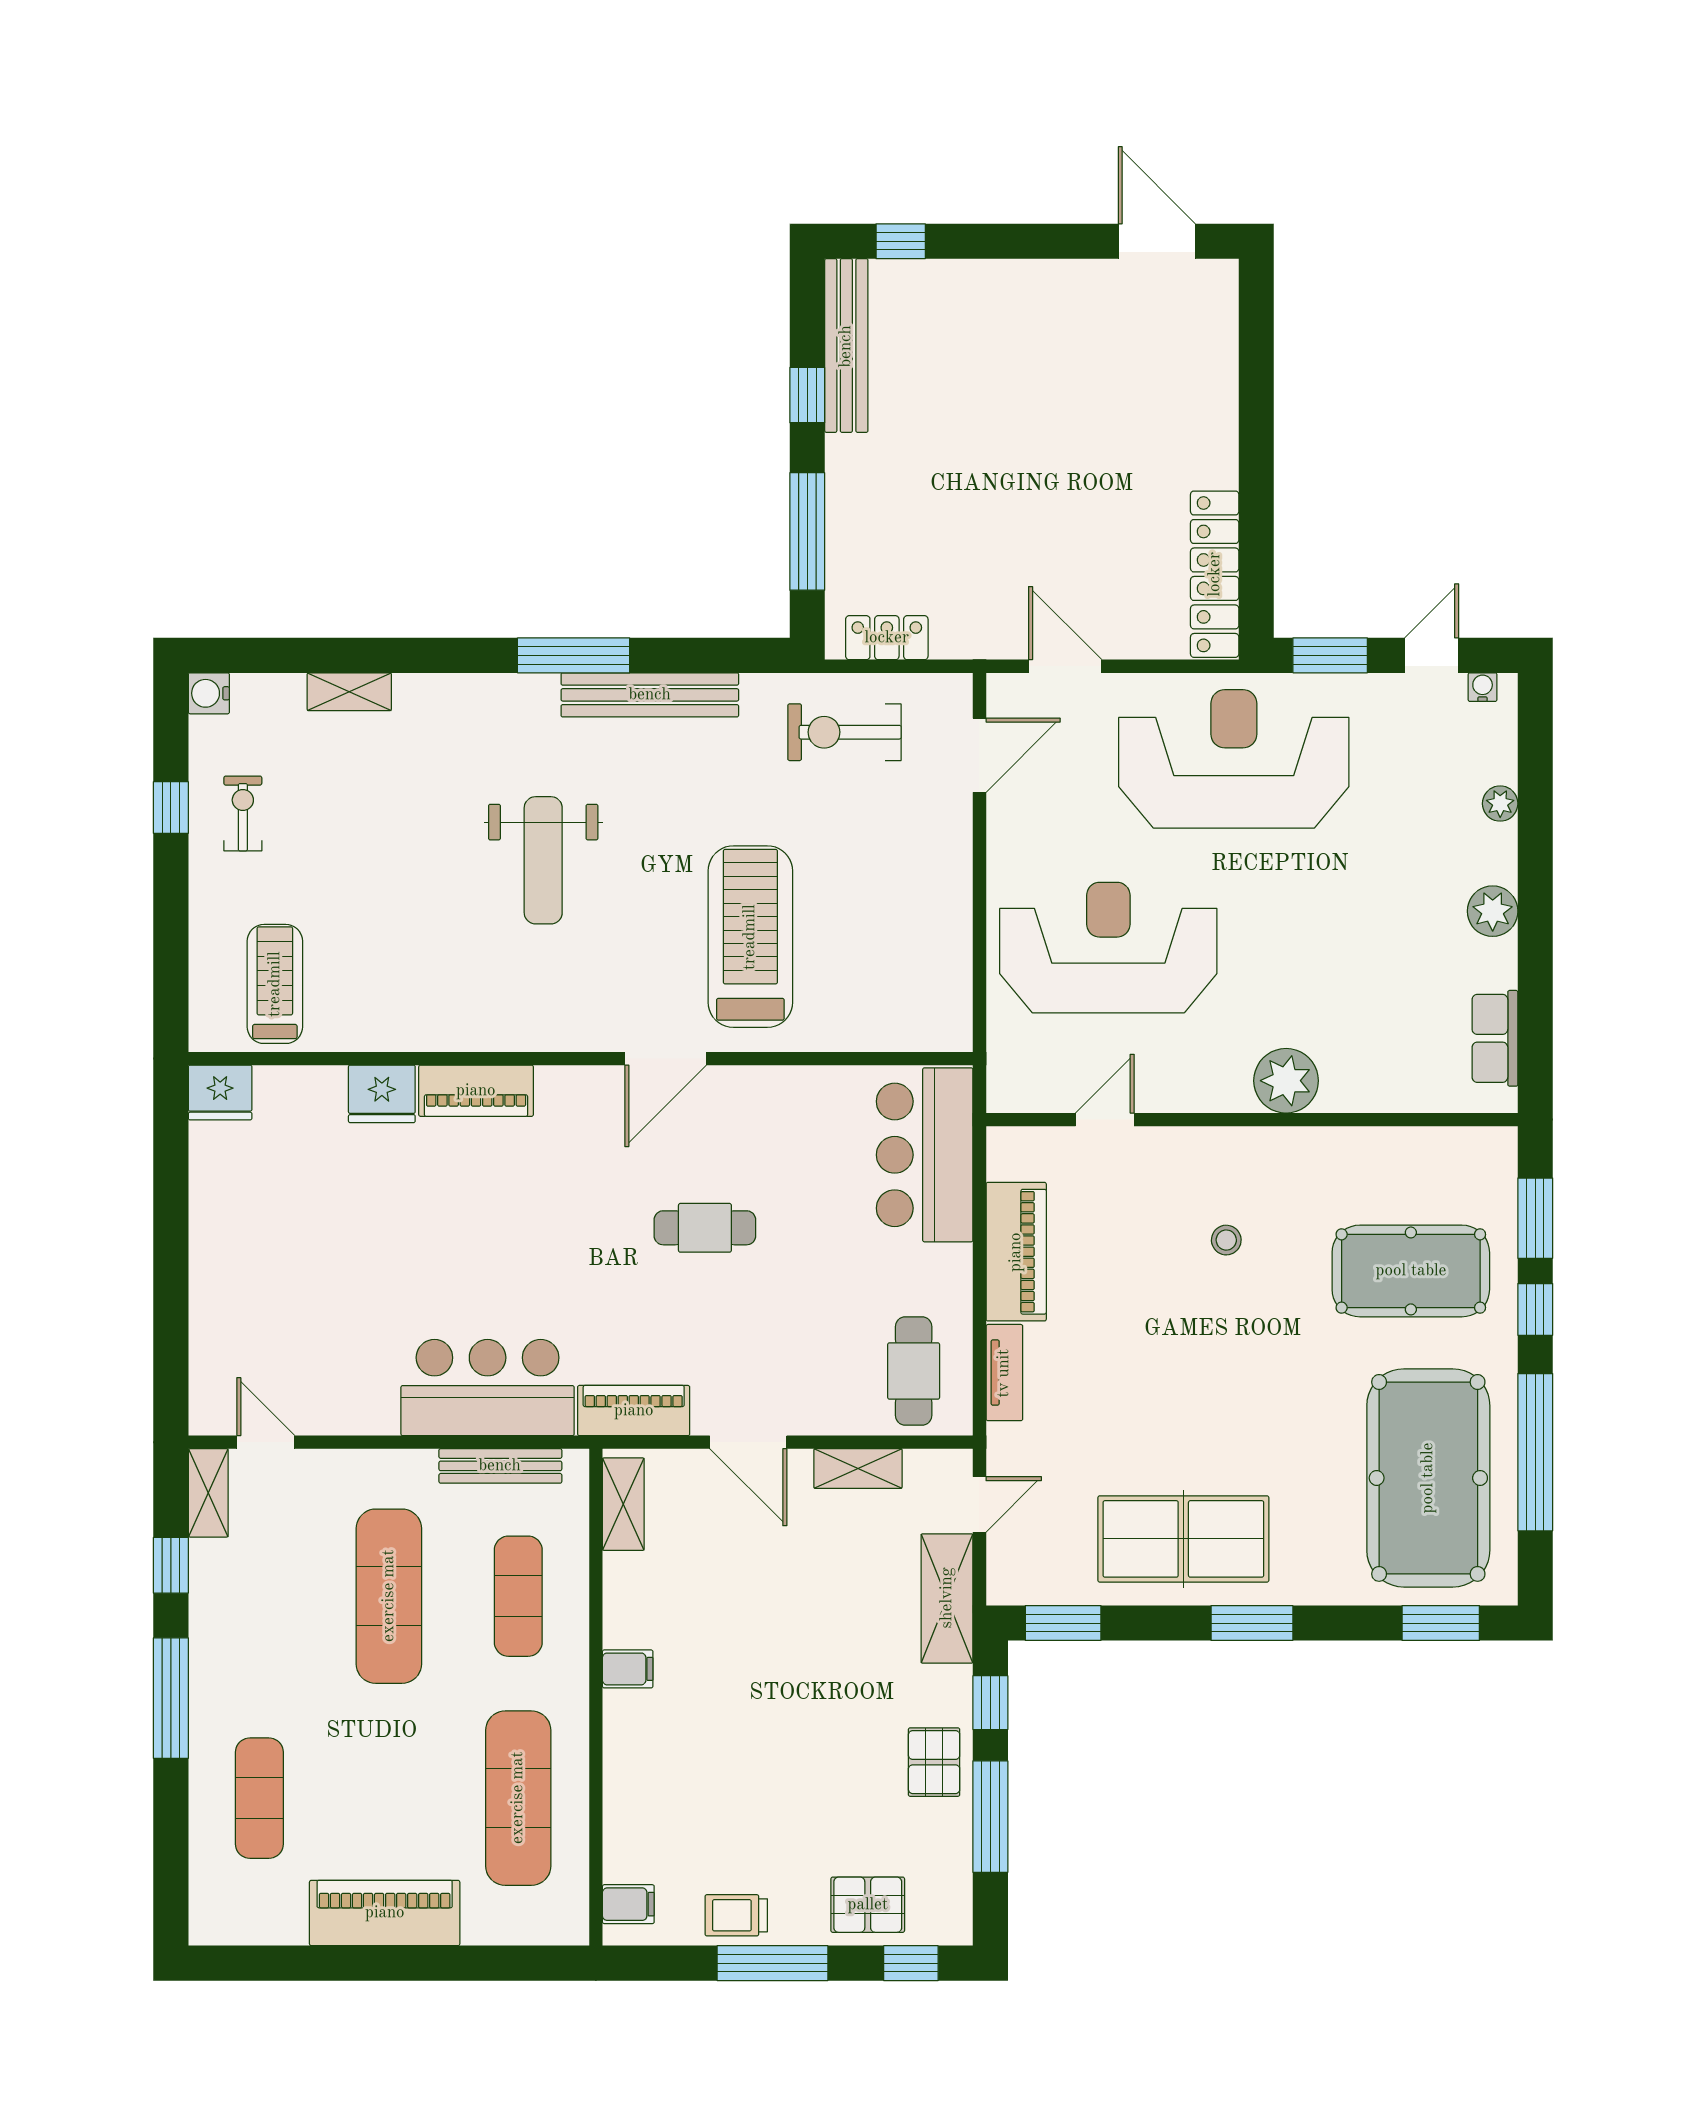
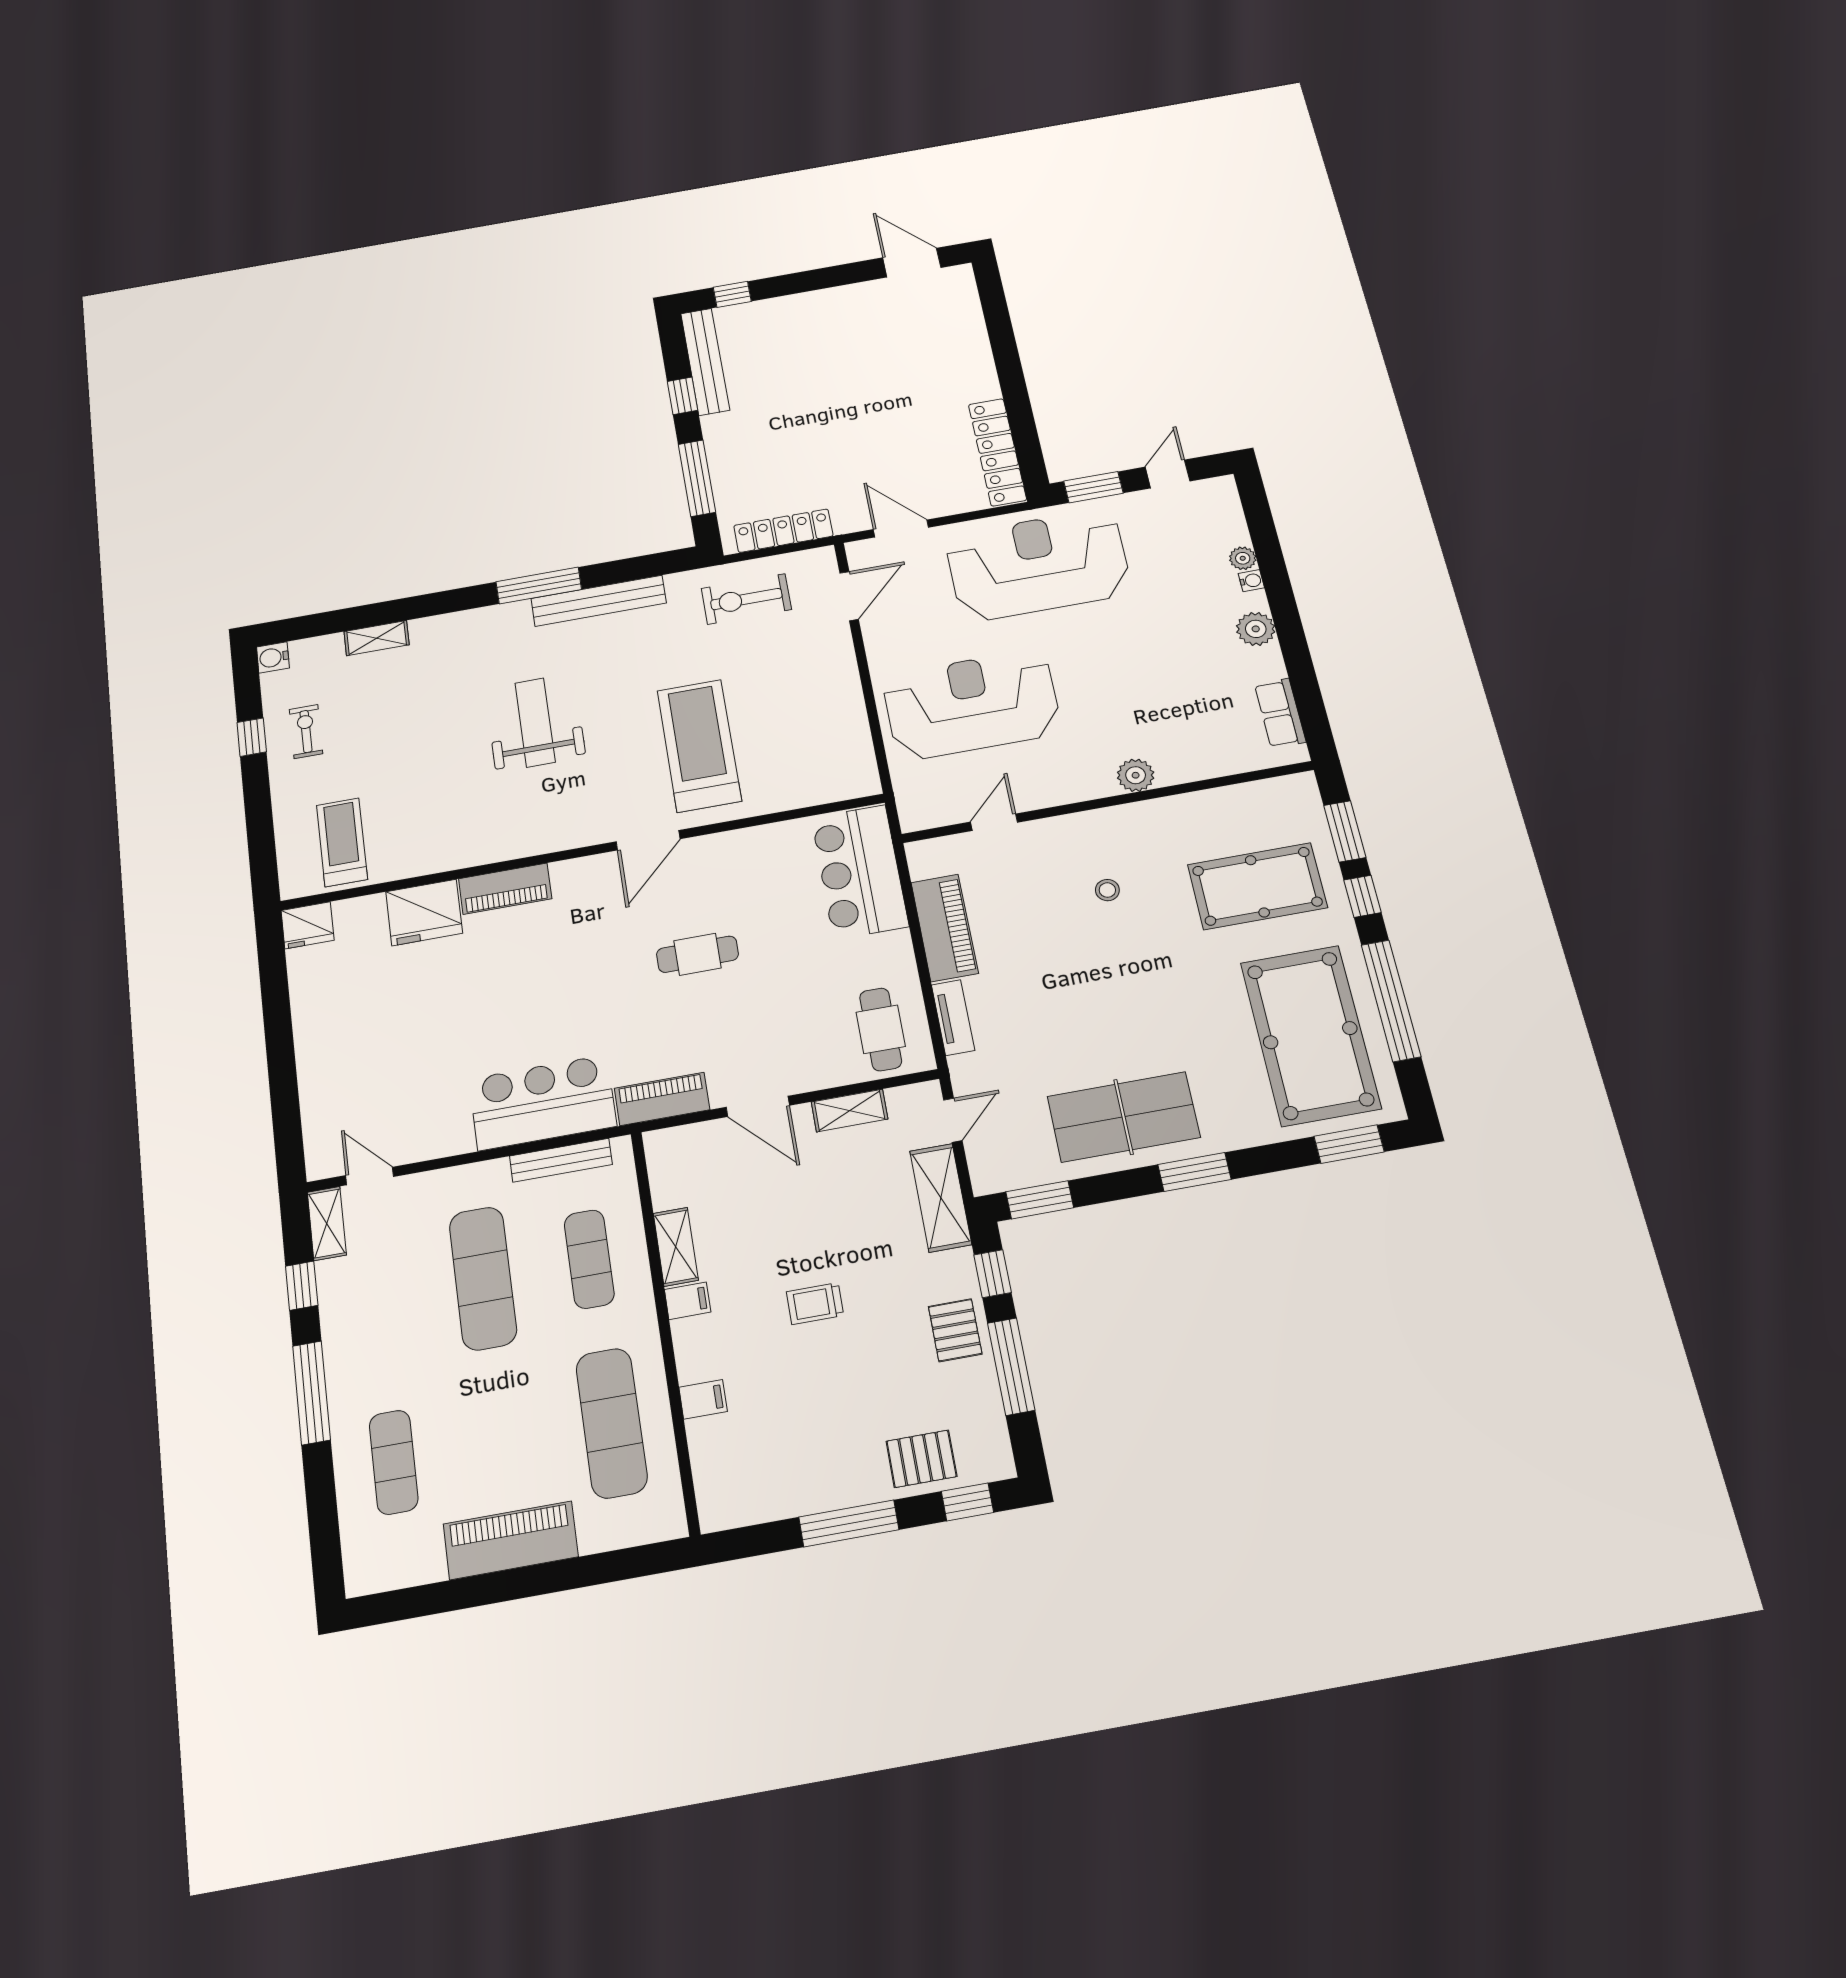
locker: (887, 638) -> (783, 531), width x1.53
water cooler: (1483, 687) -> (1251, 581), moved, turned 90
weight bench: (543, 860) -> (535, 722), turned 180
plant: (1286, 1081) -> (1136, 775), width x0.73, depth x0.73
fridge: (382, 1094) -> (424, 912), width x1.36, depth x1.34
shelving: (623, 1504) -> (676, 1247), moved
filing cabinet: (628, 1904) -> (703, 1399), moved
trolley: (736, 1915) -> (815, 1304), moved

